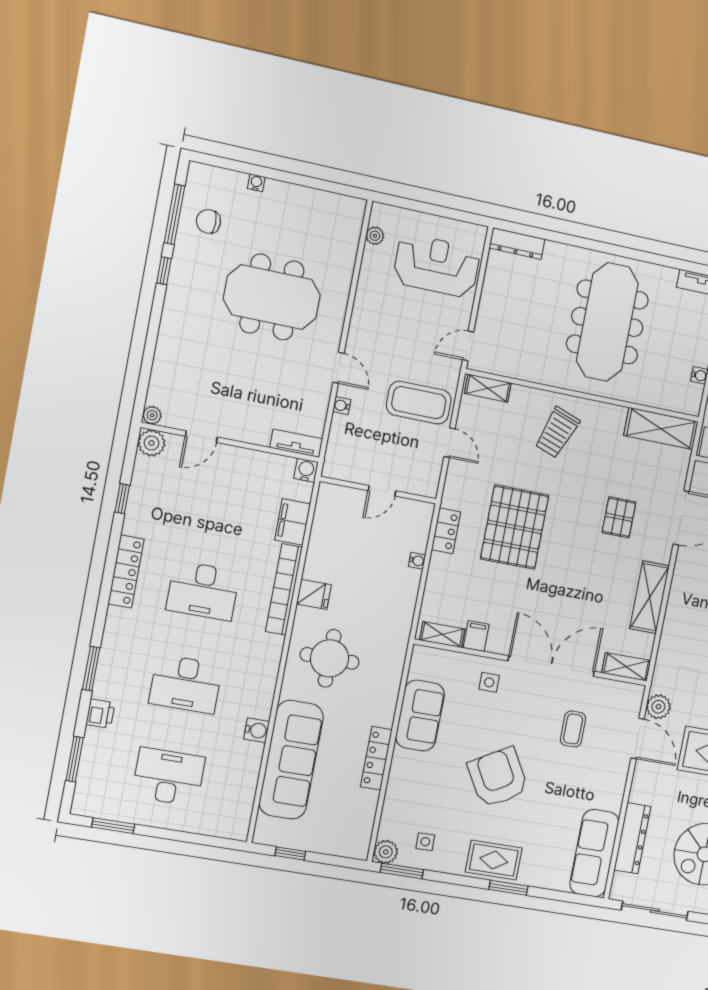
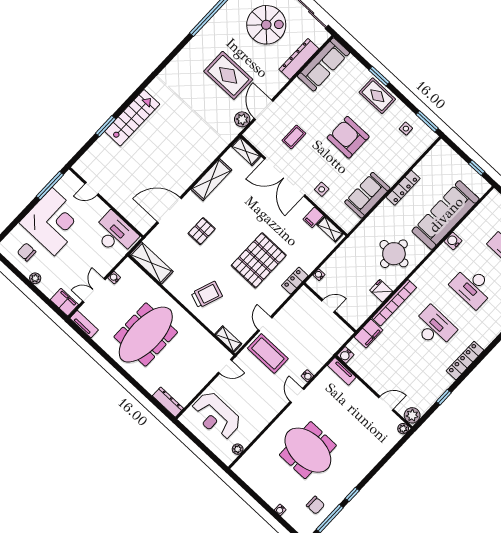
wall: (378, 490) -> (330, 308), moved
door: (382, 491) -> (328, 306), moved
desk: (186, 684) -> (472, 287), turned 180
armchair: (498, 777) -> (348, 137), turned 120
plant: (386, 852) -> (429, 137), removed

